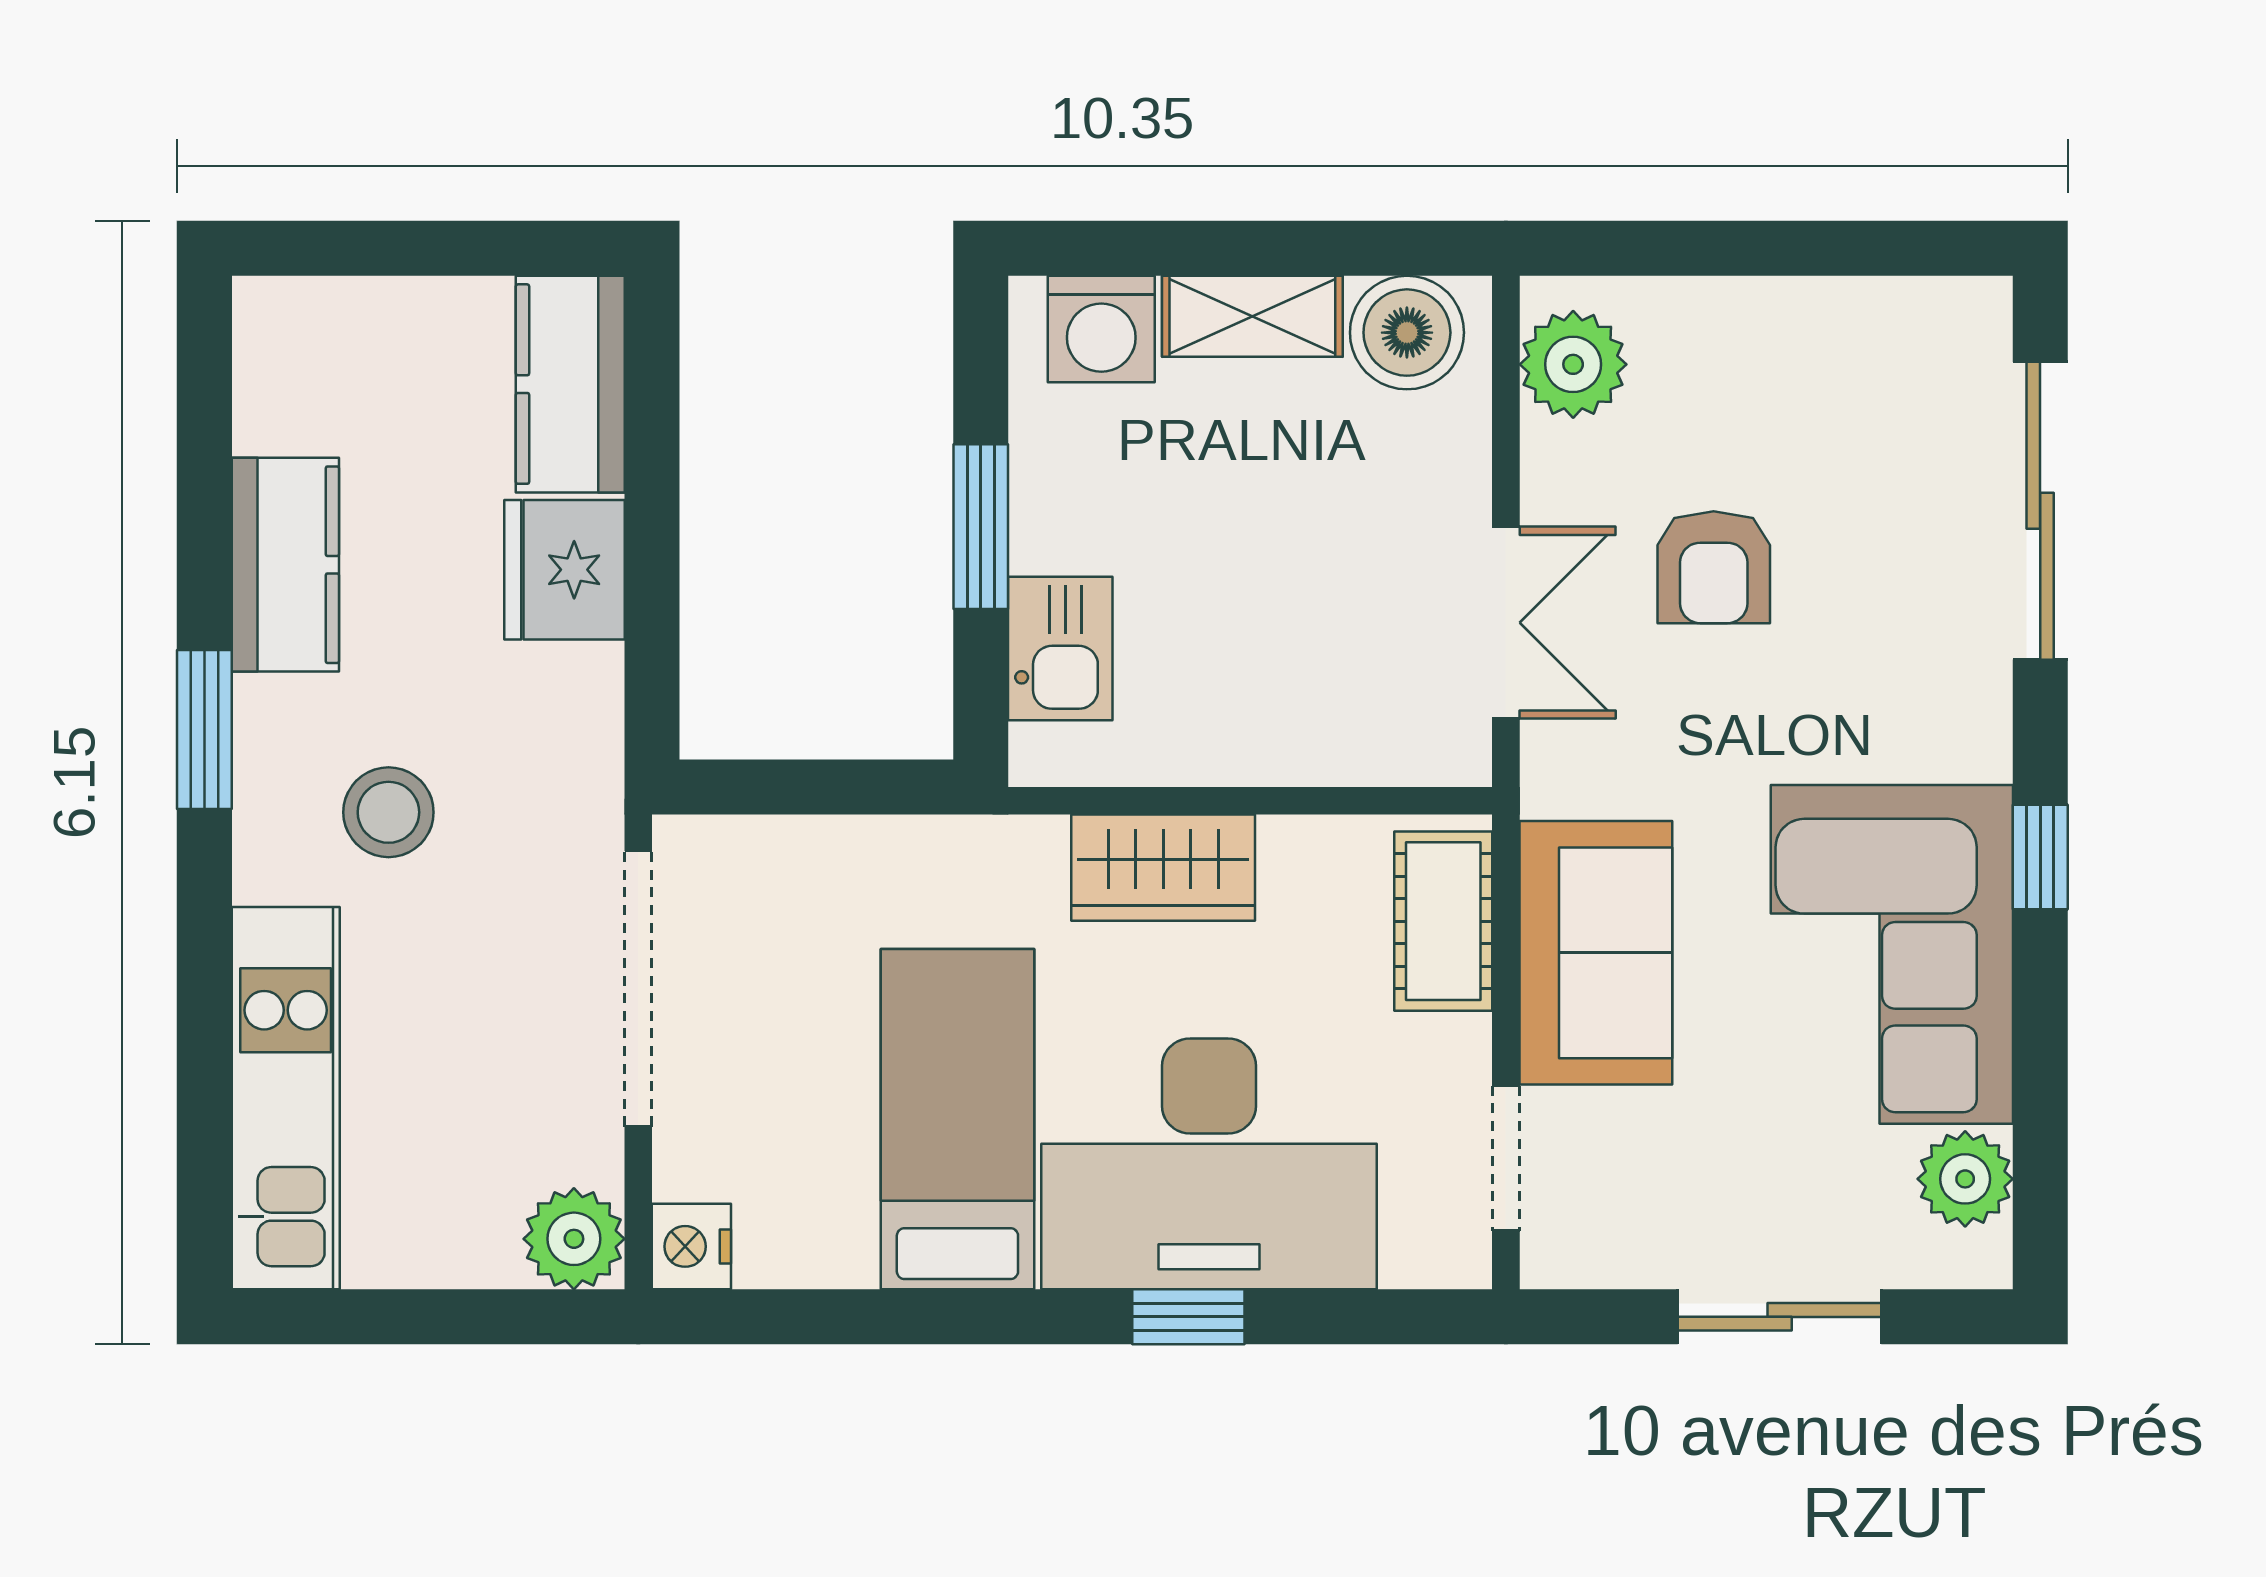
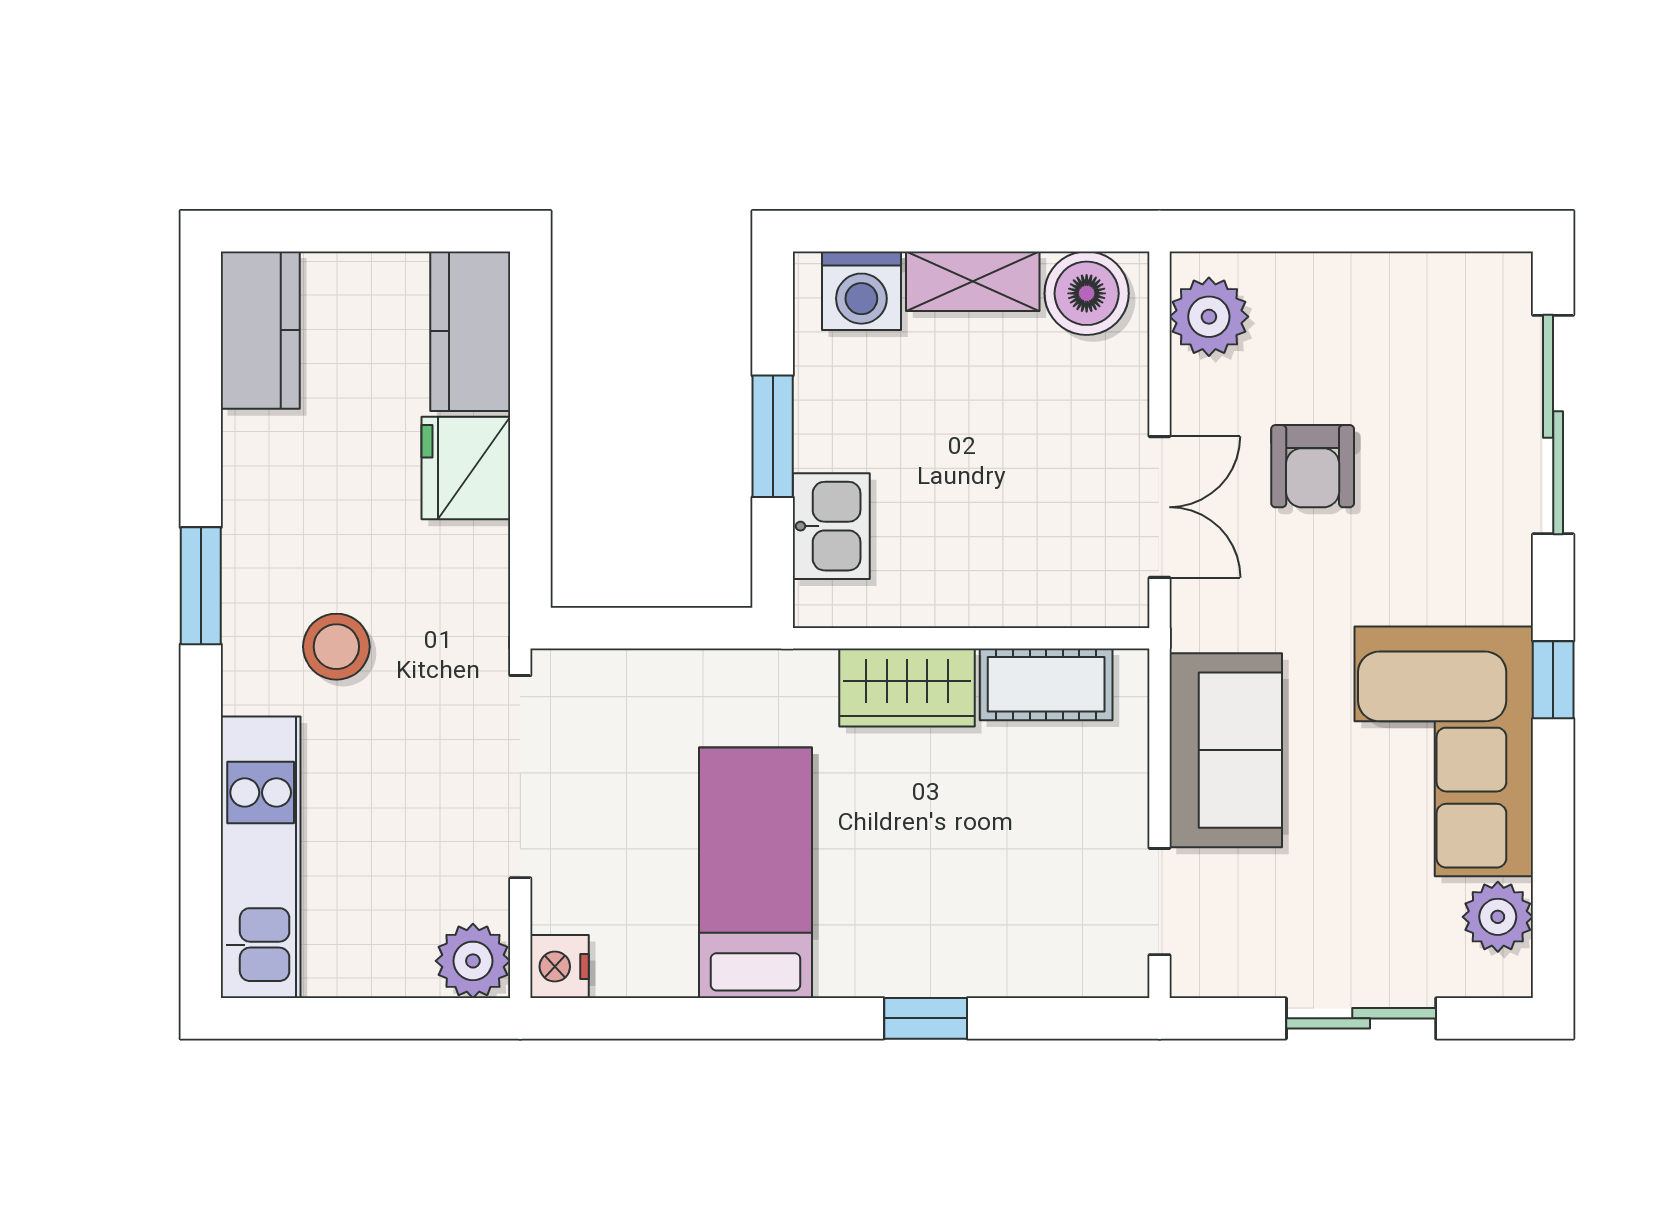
kitchen counter: (285, 565) -> (260, 330), moved
cot: (1443, 921) -> (1046, 684), moved, turned 90
desk: (1209, 1164) -> (941, 906), removed

